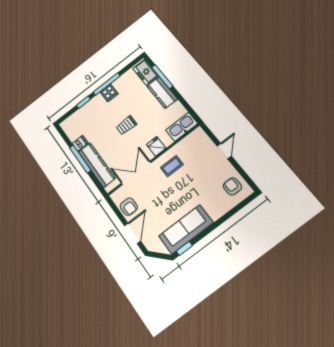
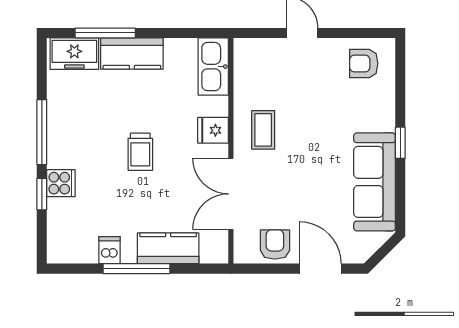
cooker: (109, 93) -> (61, 183), moved
kitchen counter: (97, 165) -> (168, 248), width x0.67
armchair: (129, 207) -> (275, 245), turned -90
window: (184, 248) -> (400, 143), moved

